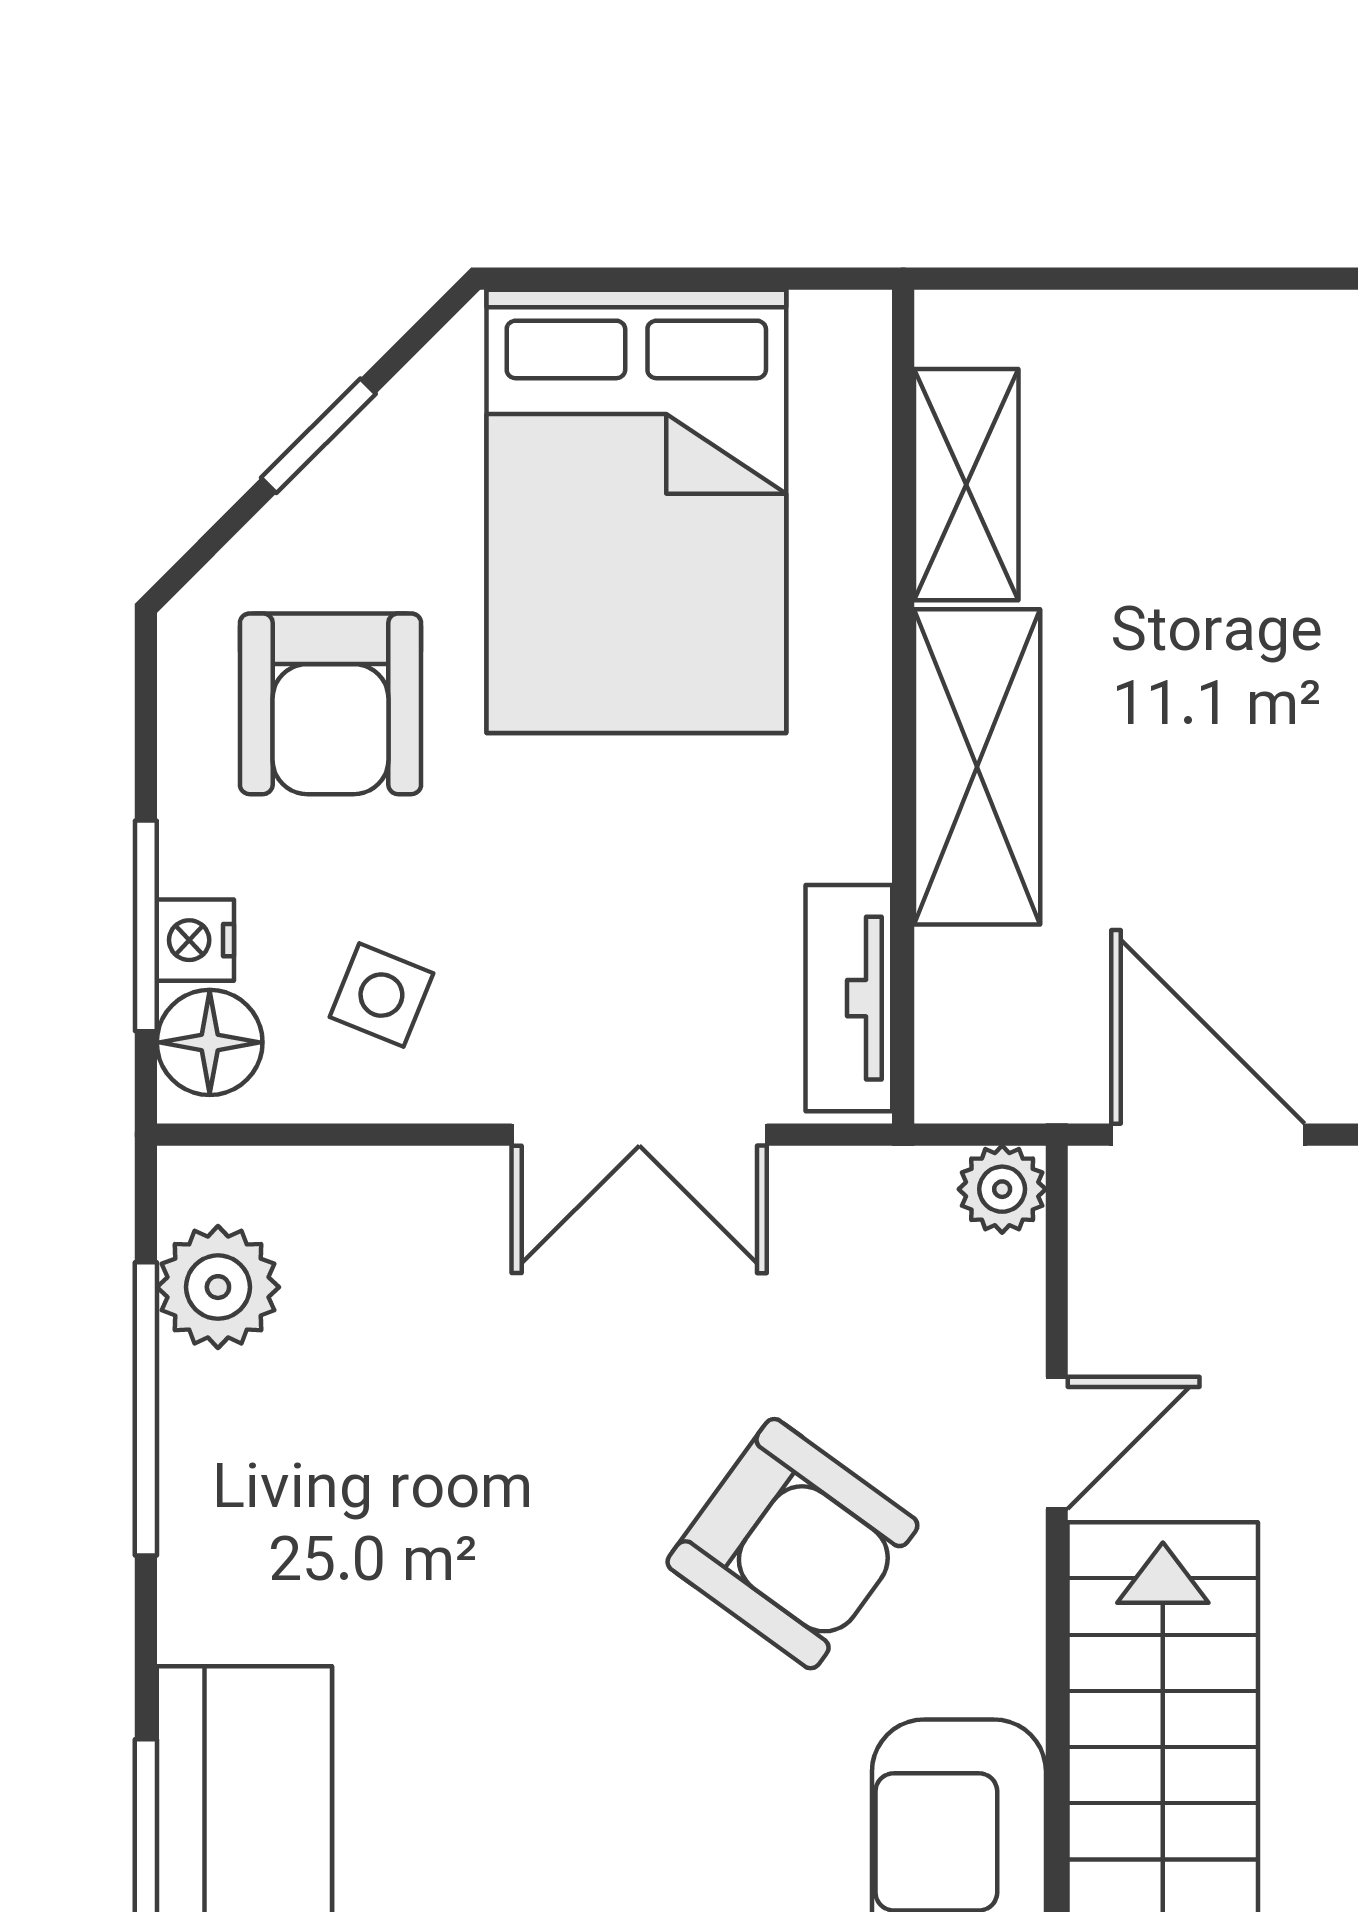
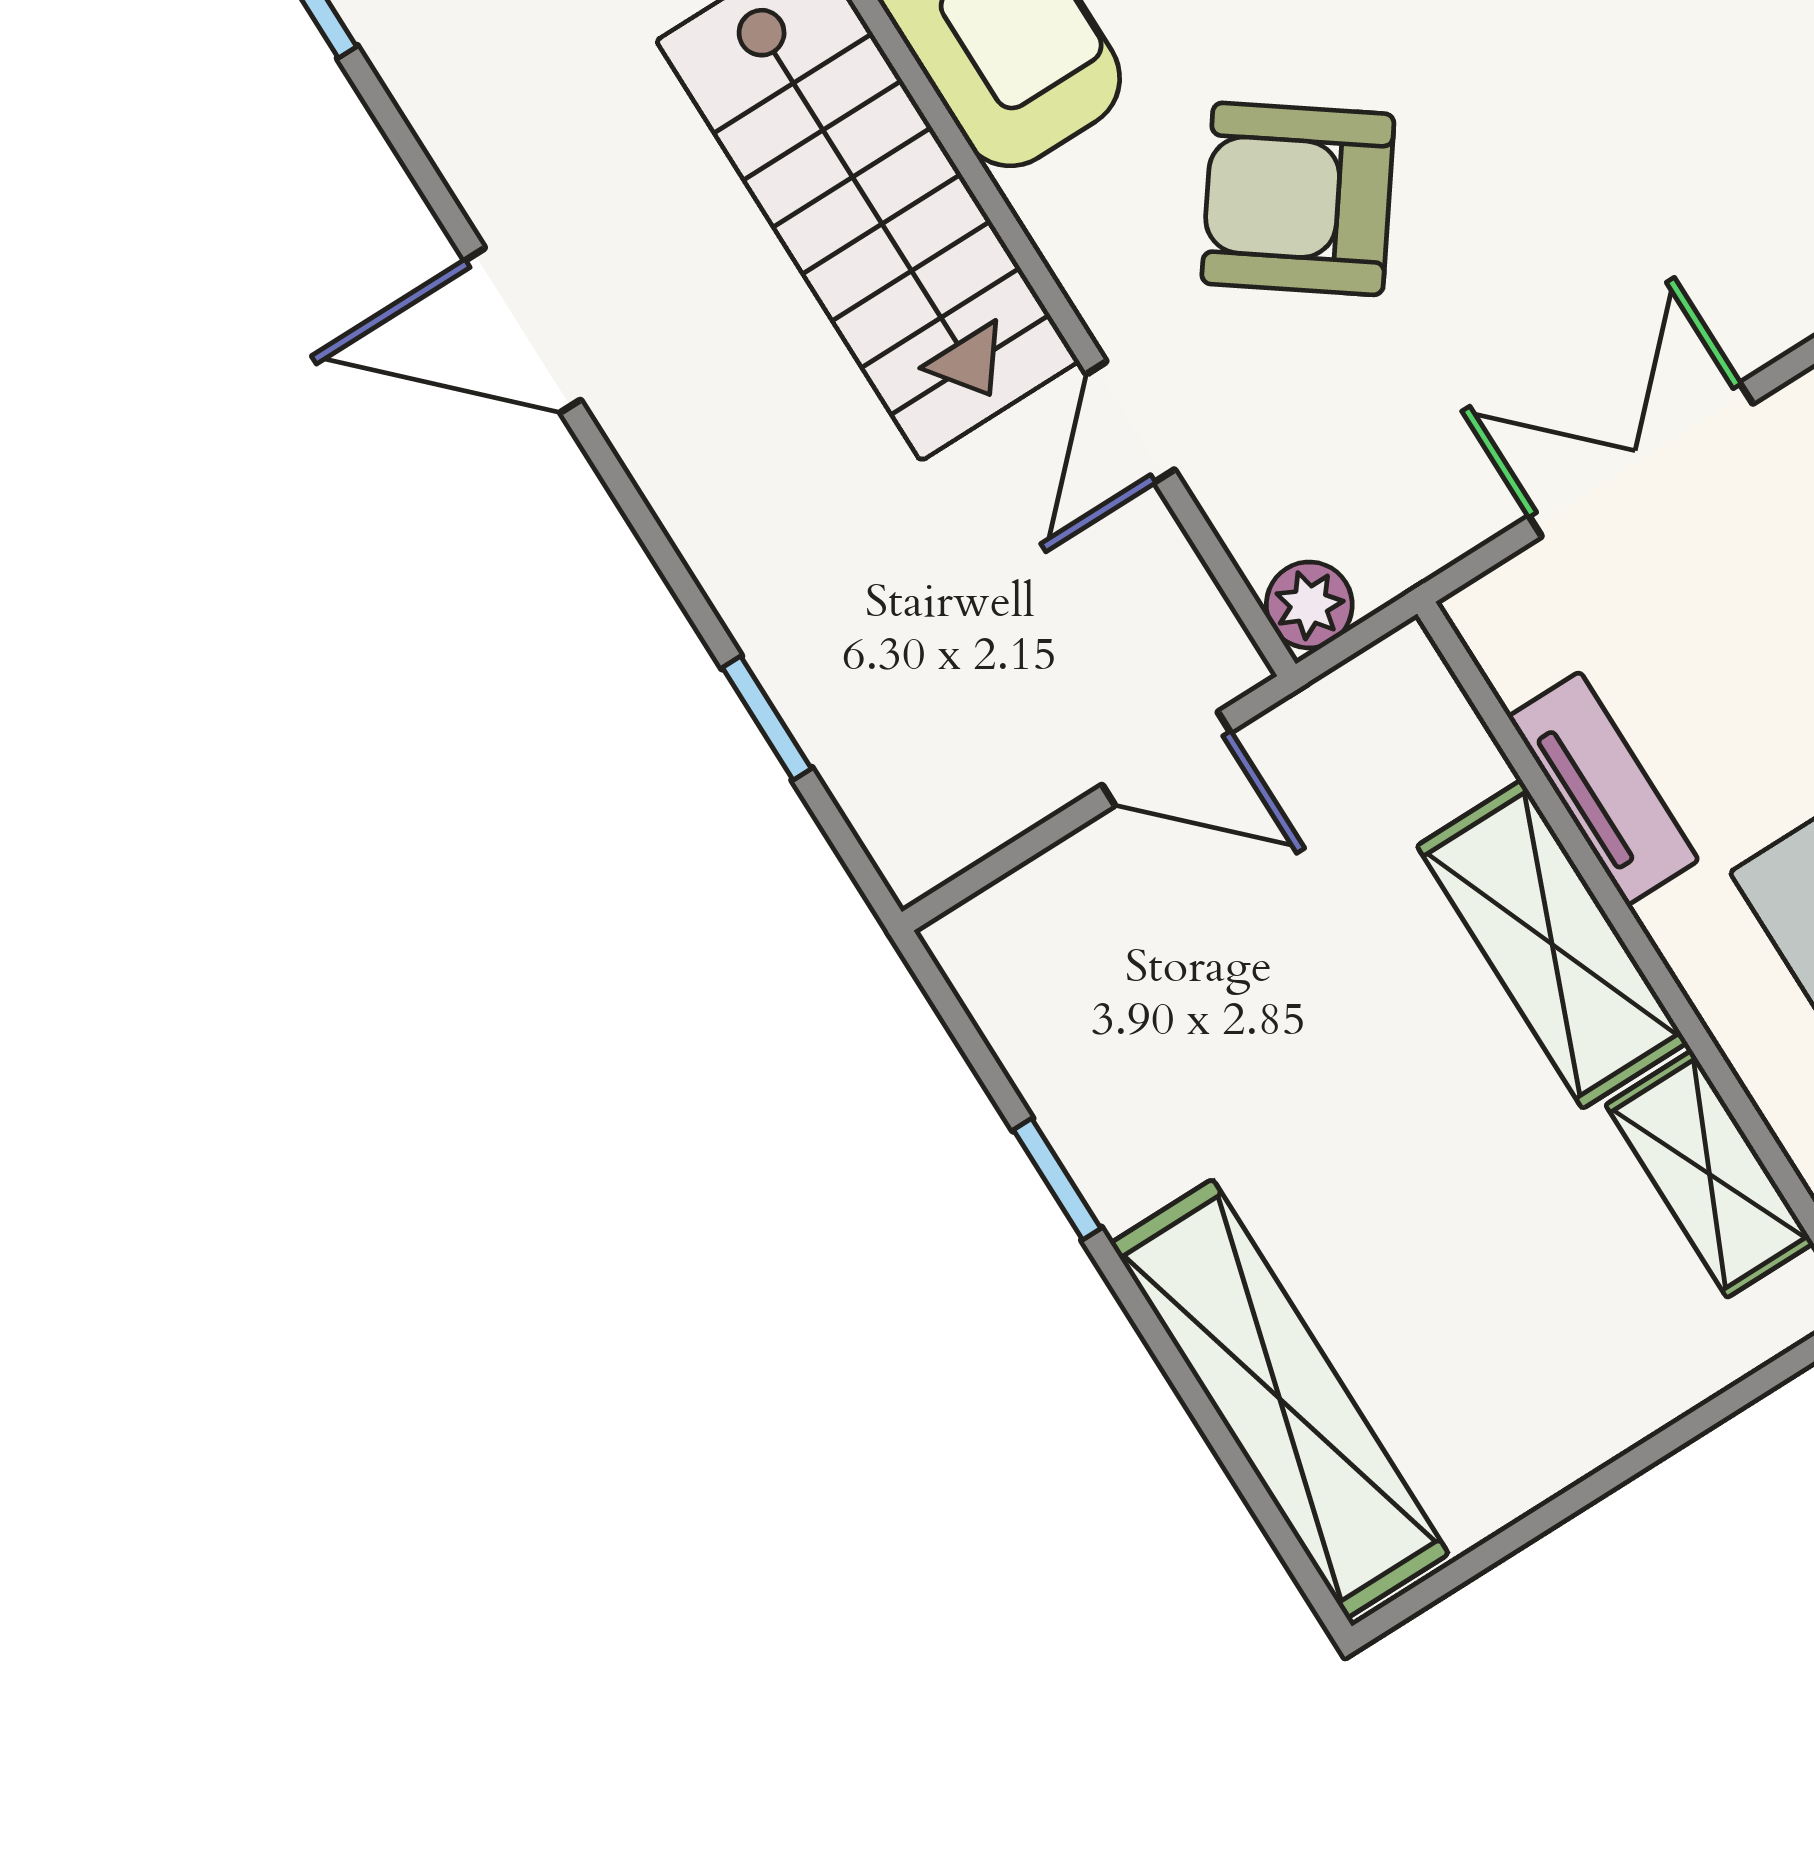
tv unit: (849, 998) -> (1603, 788), moved
door: (1208, 1135) -> (1166, 759), width x0.73

